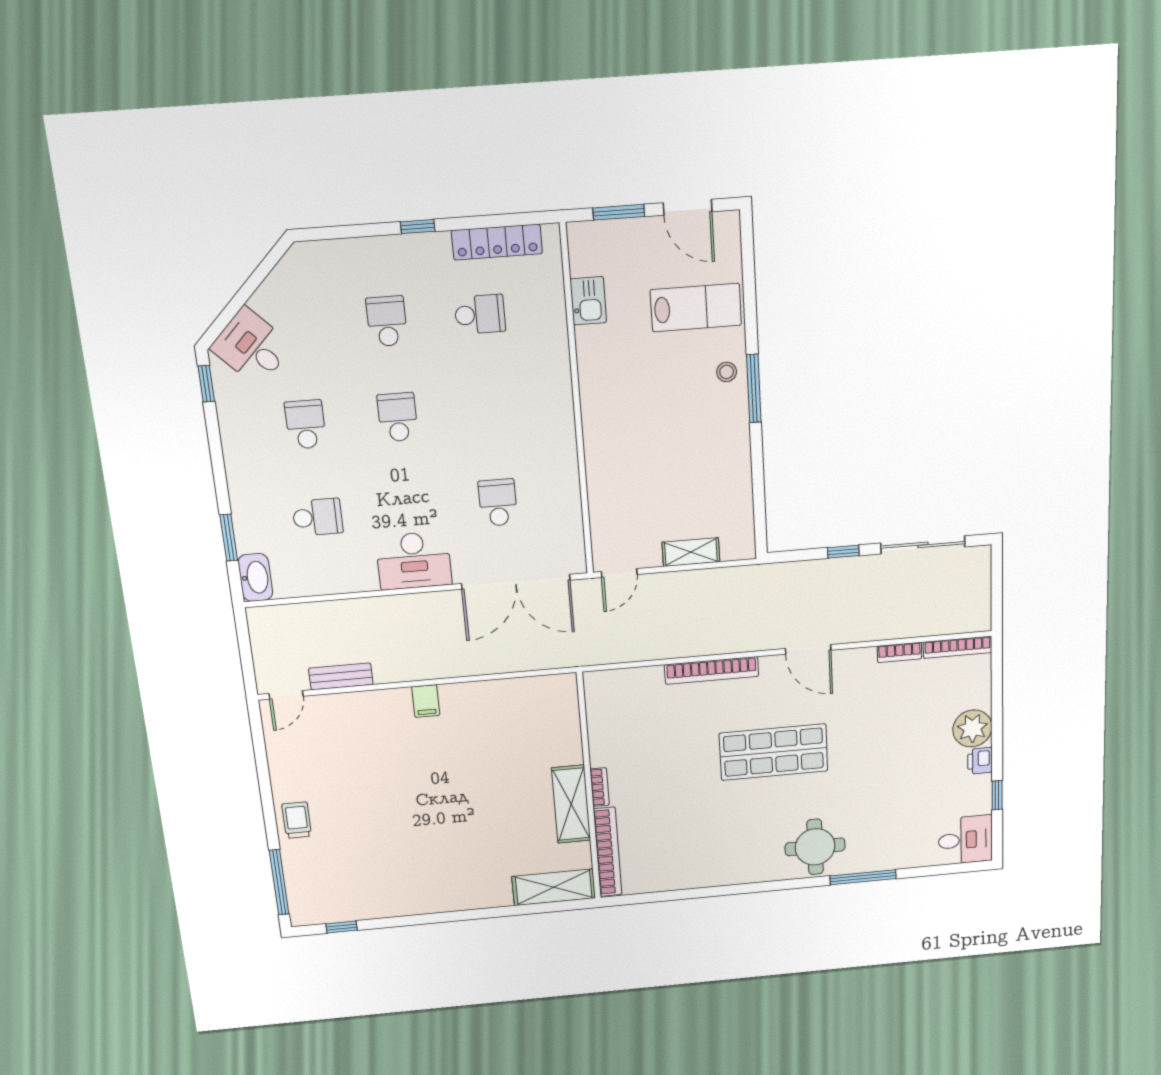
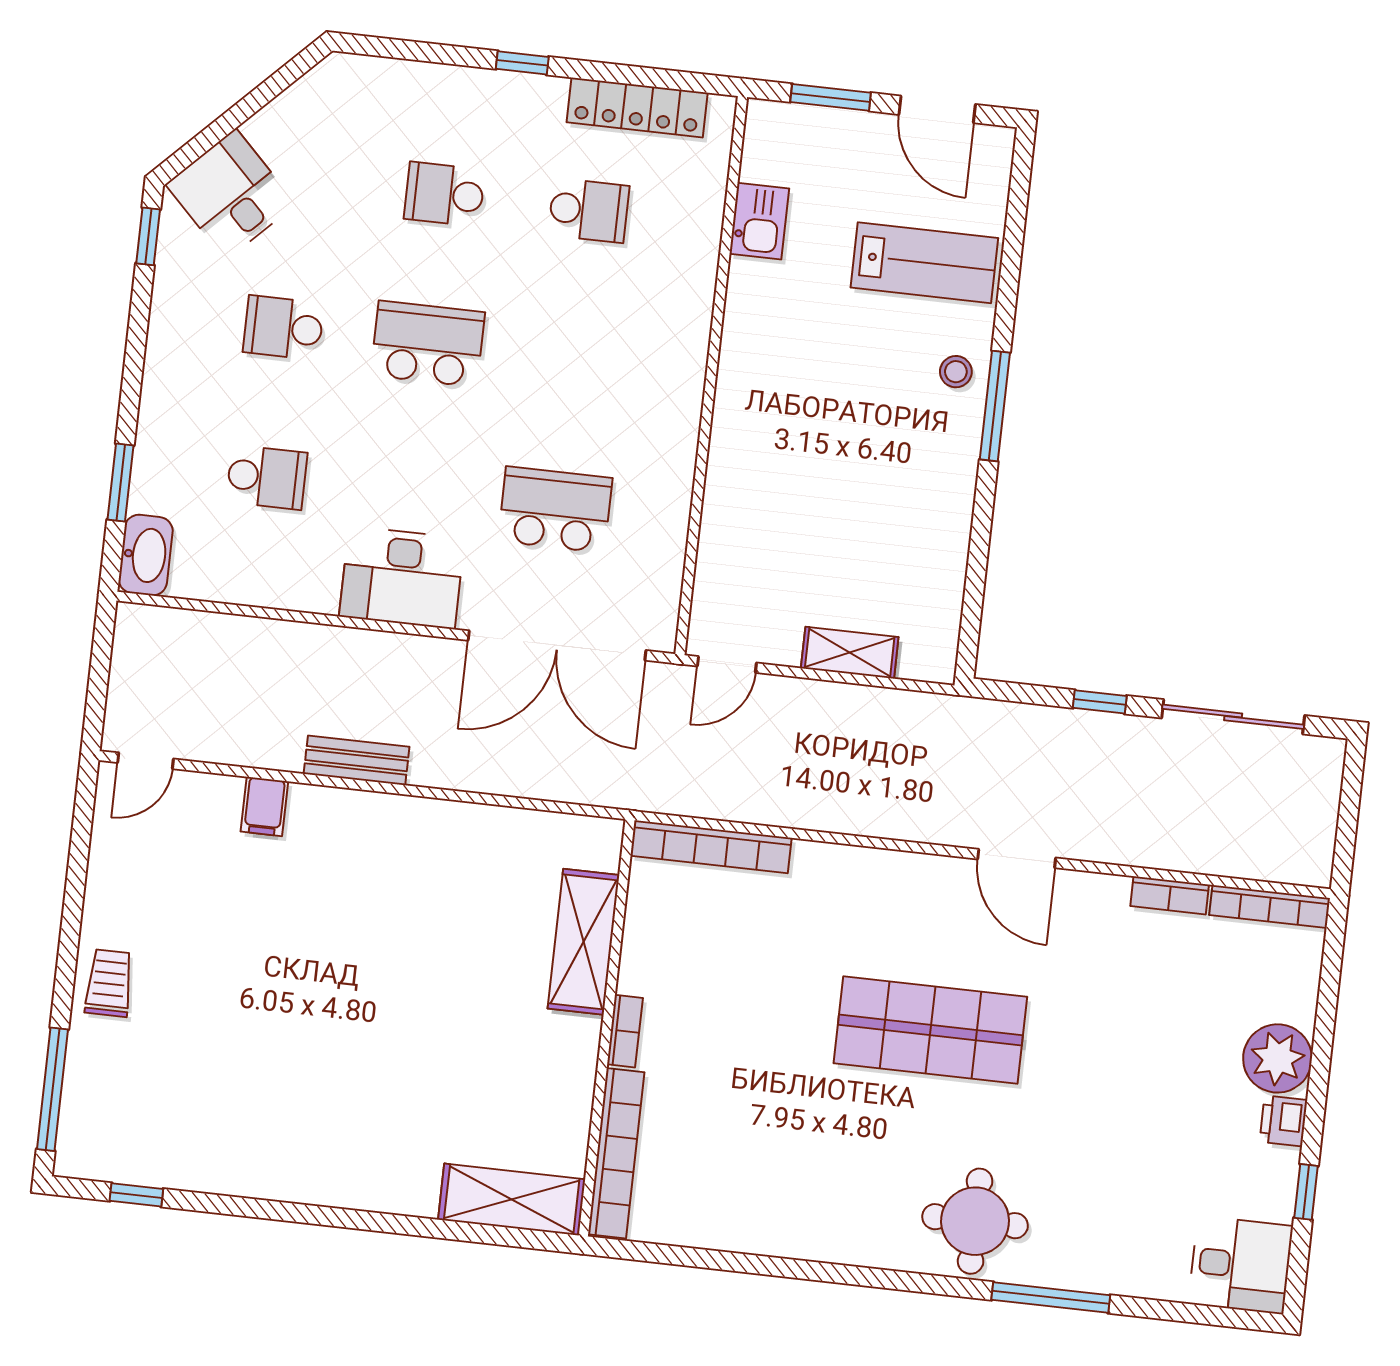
school desk: (387, 321) -> (444, 194), turned -90
school desk: (398, 417) -> (428, 344), width x1.85
school desk: (306, 424) -> (283, 328), turned -90
school desk: (498, 503) -> (555, 510), width x1.85
bookcase: (712, 670) -> (711, 847), moved
bench: (341, 676) -> (357, 760), moved
filing cabinet: (426, 701) -> (264, 806), moved
shelving: (571, 804) -> (583, 942), moved

